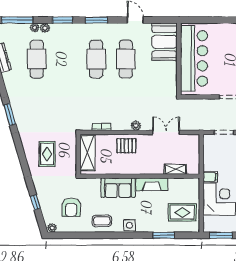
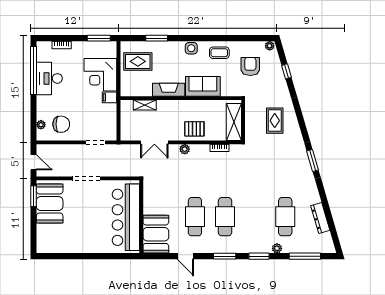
plant: (35, 28) -> (287, 249), removed

